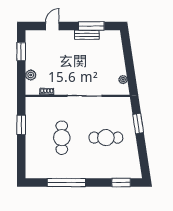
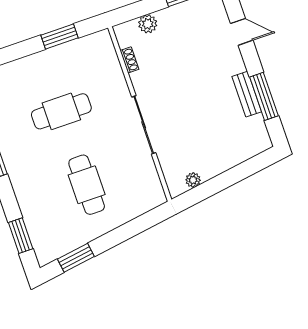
window: (138, 124) -> (76, 258), moved

